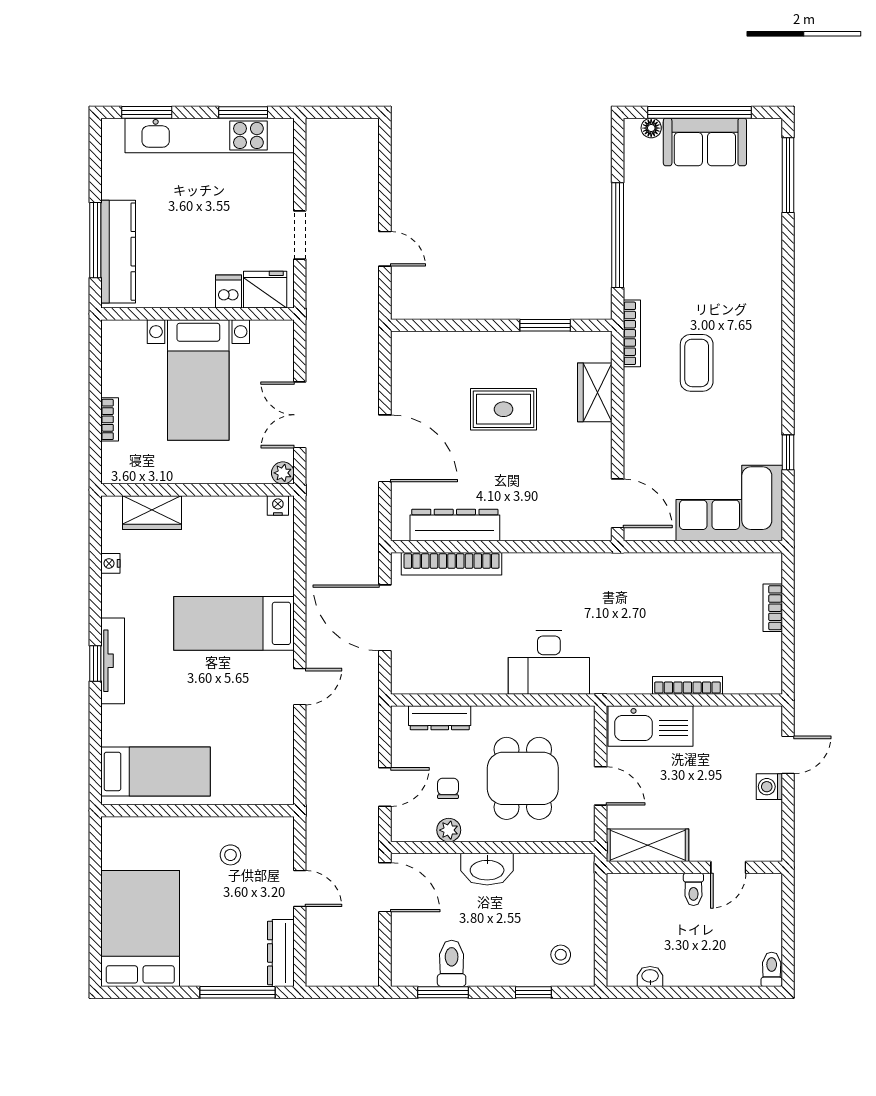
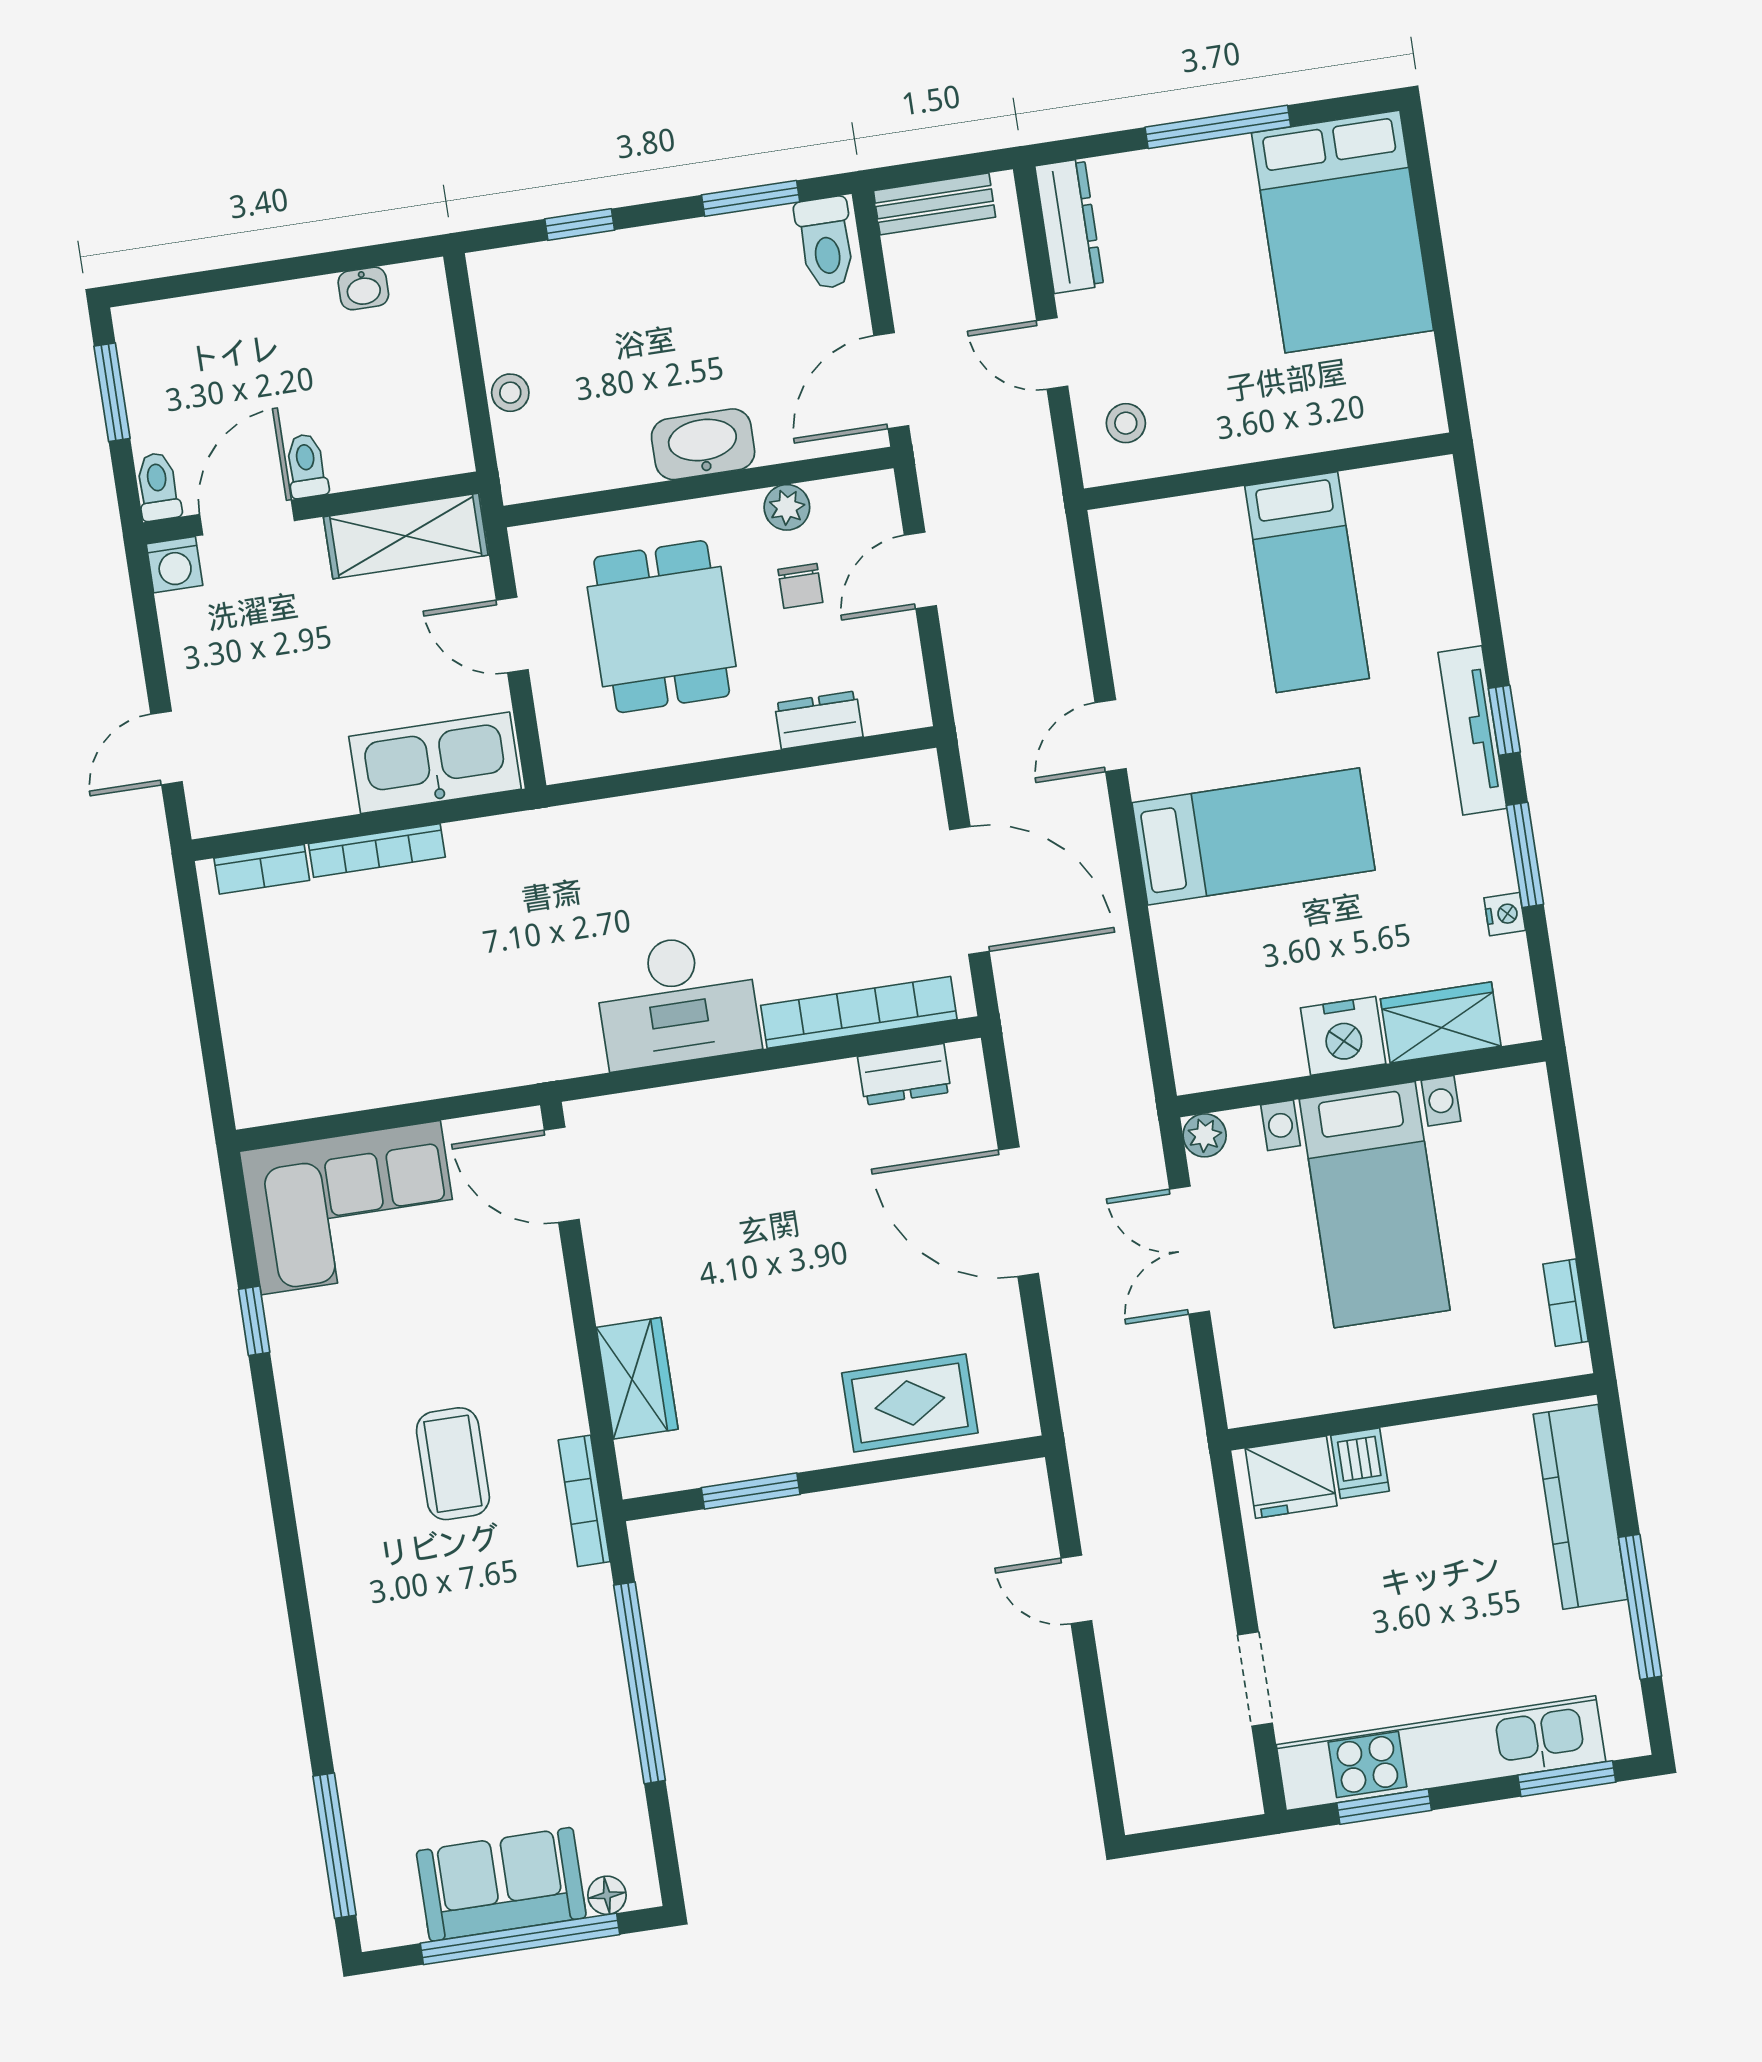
doorway: (300, 235) -> (1255, 1679), moved
window: (95, 240) -> (1640, 1607), moved
bed with nightstands: (198, 380) -> (1375, 1205), moved, turned 180
rug: (504, 409) -> (910, 1403), moved
double door: (300, 415) -> (1189, 1250), swing flipped
bookcase: (110, 419) -> (1566, 1303), moved
nightstand: (278, 505) -> (1343, 1036), moved, width x1.89, depth x1.79
dresser: (455, 525) -> (904, 1074), width x0.51, depth x0.80
window: (95, 592) -> (1525, 855), added
bookcase: (773, 608) -> (262, 869), moved, turned 90
desk: (549, 662) -> (677, 1001), moved, turned 180
dresser: (440, 718) -> (819, 720), width x0.70
bed: (156, 771) -> (1307, 582), moved, turned -90
washing machine: (769, 787) -> (175, 565), moved, turned 90
stool: (230, 855) -> (1126, 423), moved
door: (728, 867) -> (247, 518), width x1.38
door: (385, 887) -> (891, 381), hinge flipped
window: (788, 943) -> (112, 392), added
stool: (561, 955) -> (510, 393), moved
toilet: (452, 963) -> (826, 243), moved
toilet: (772, 969) -> (158, 487), moved, turned 180
bench: (349, 975) -> (934, 204), added
window: (238, 992) -> (1218, 127), moved

